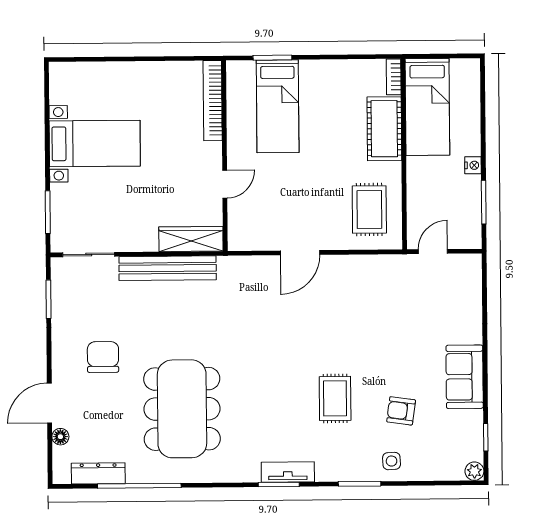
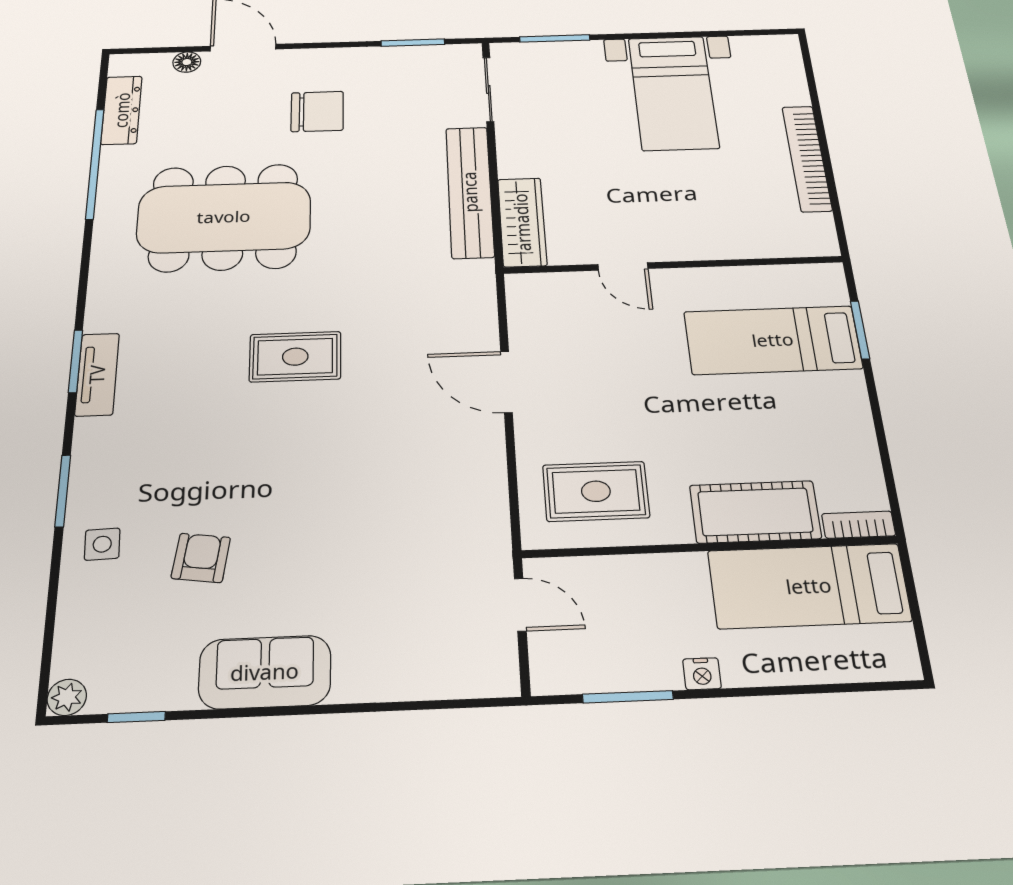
bookcase: (213, 101) -> (807, 158), moved, turned -90
rug: (335, 398) -> (295, 357), moved

